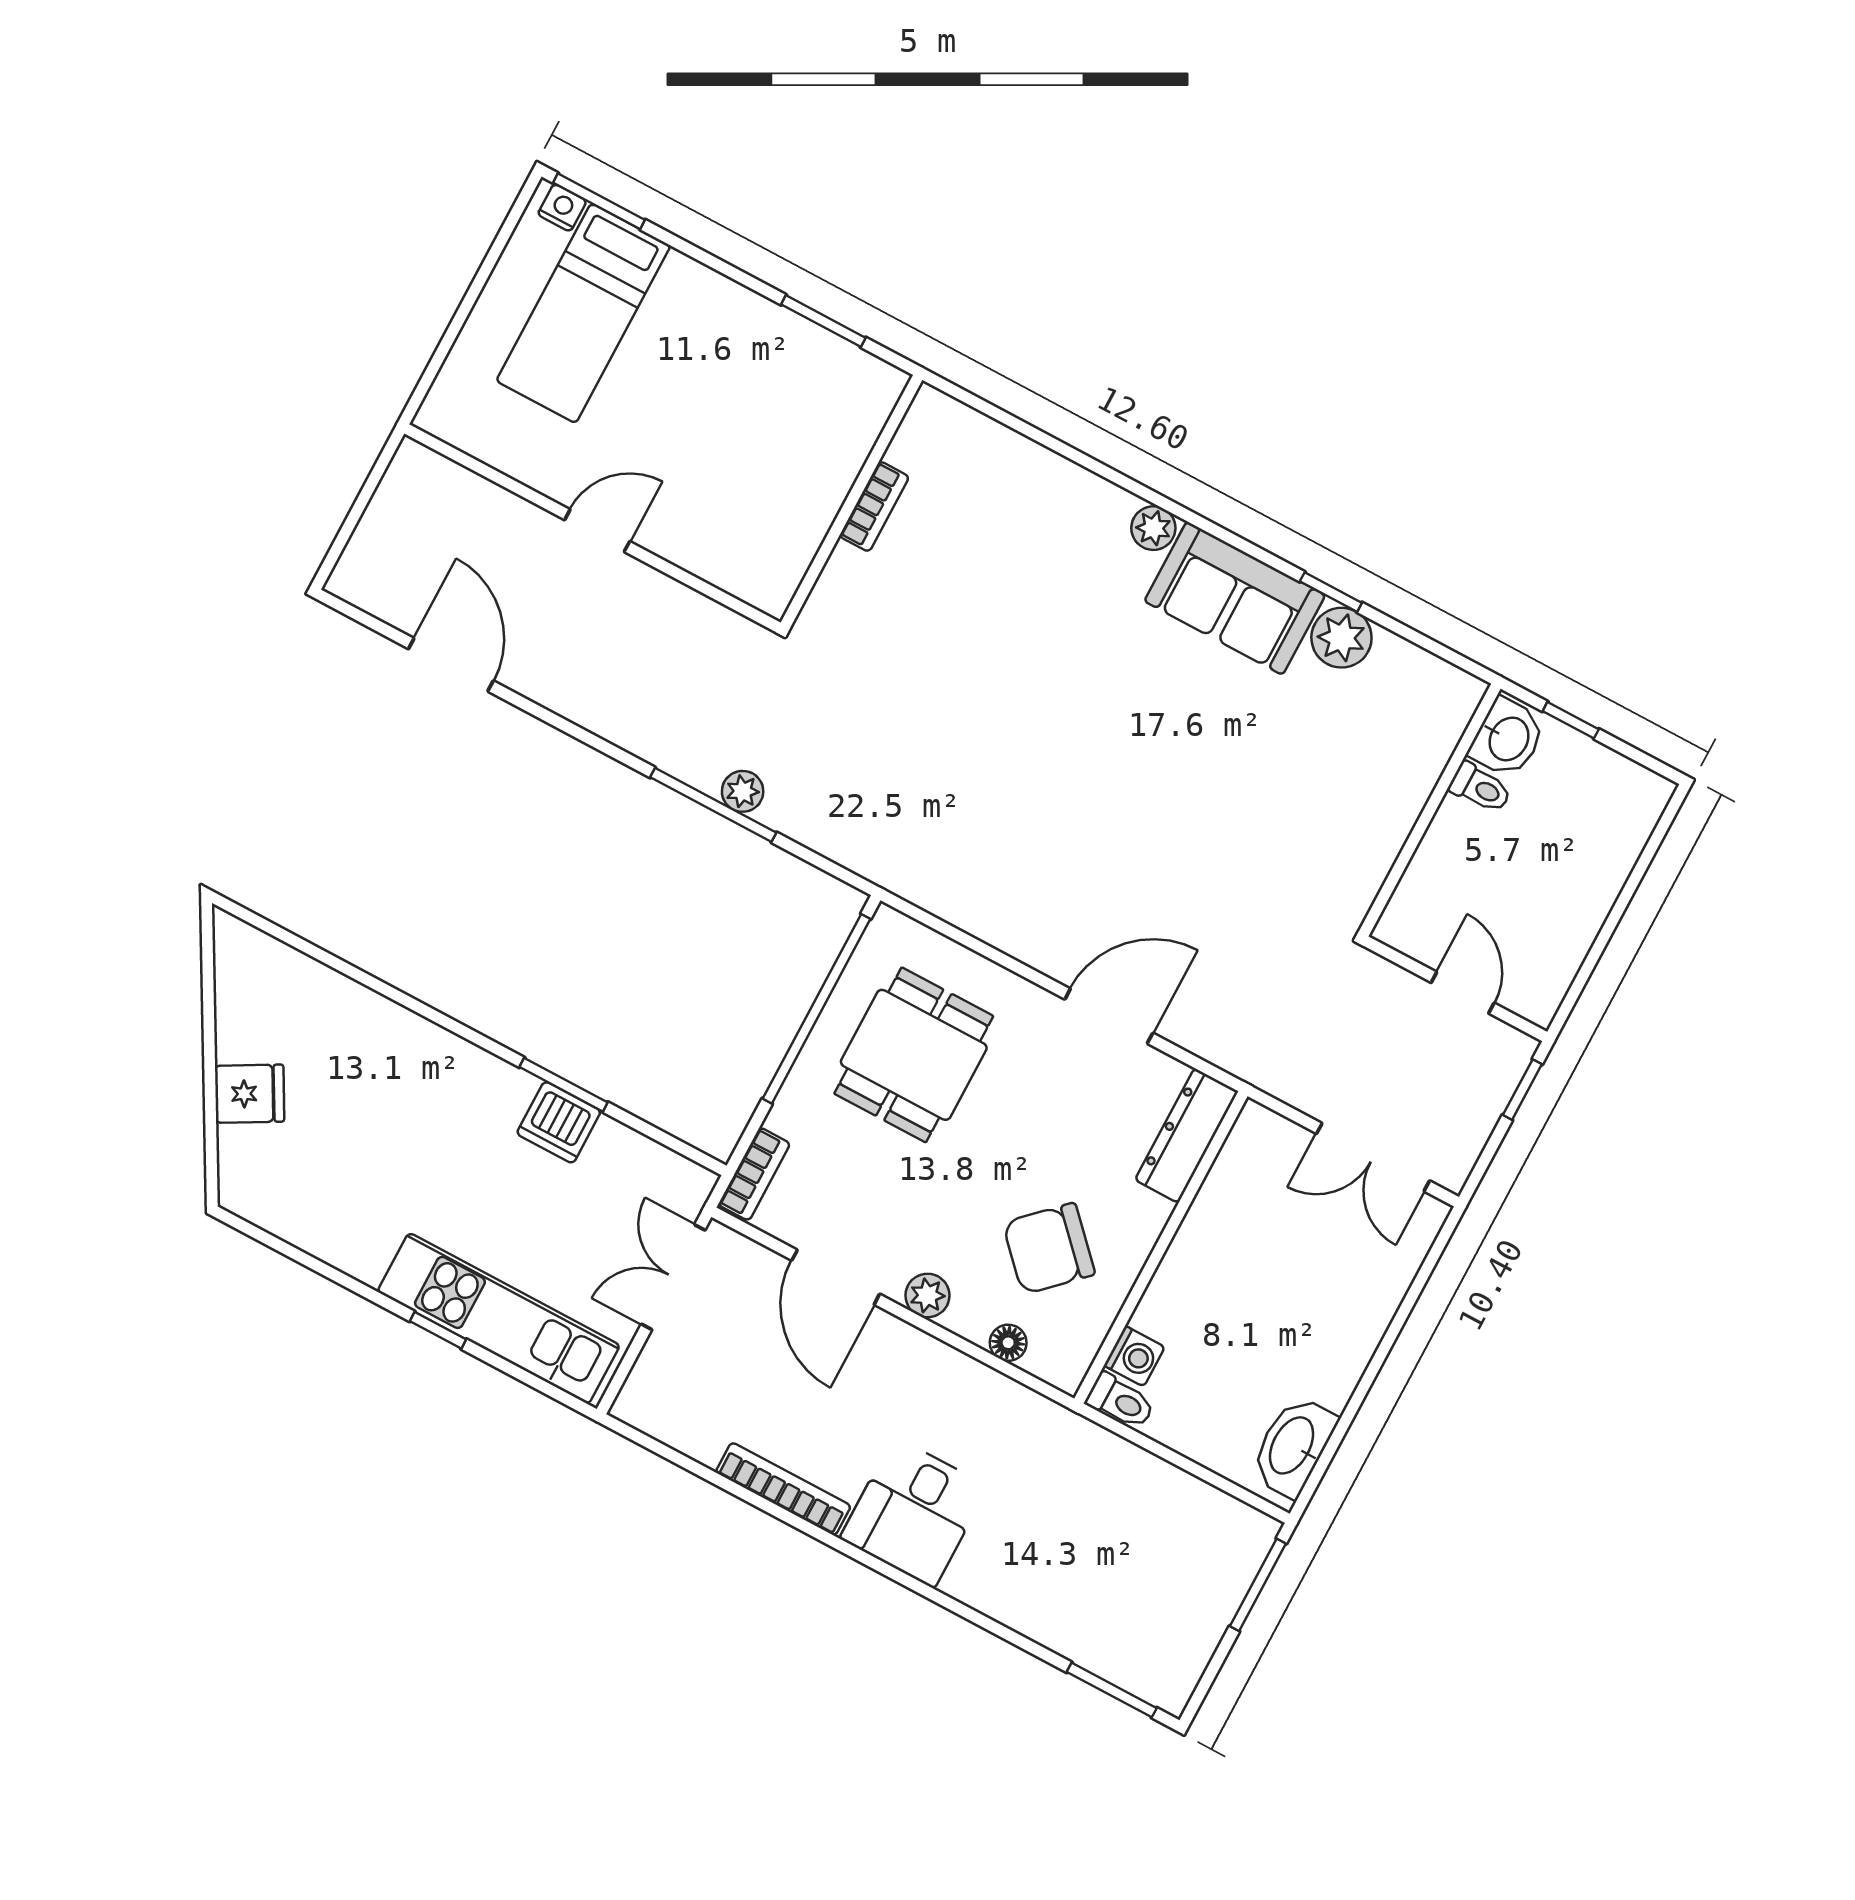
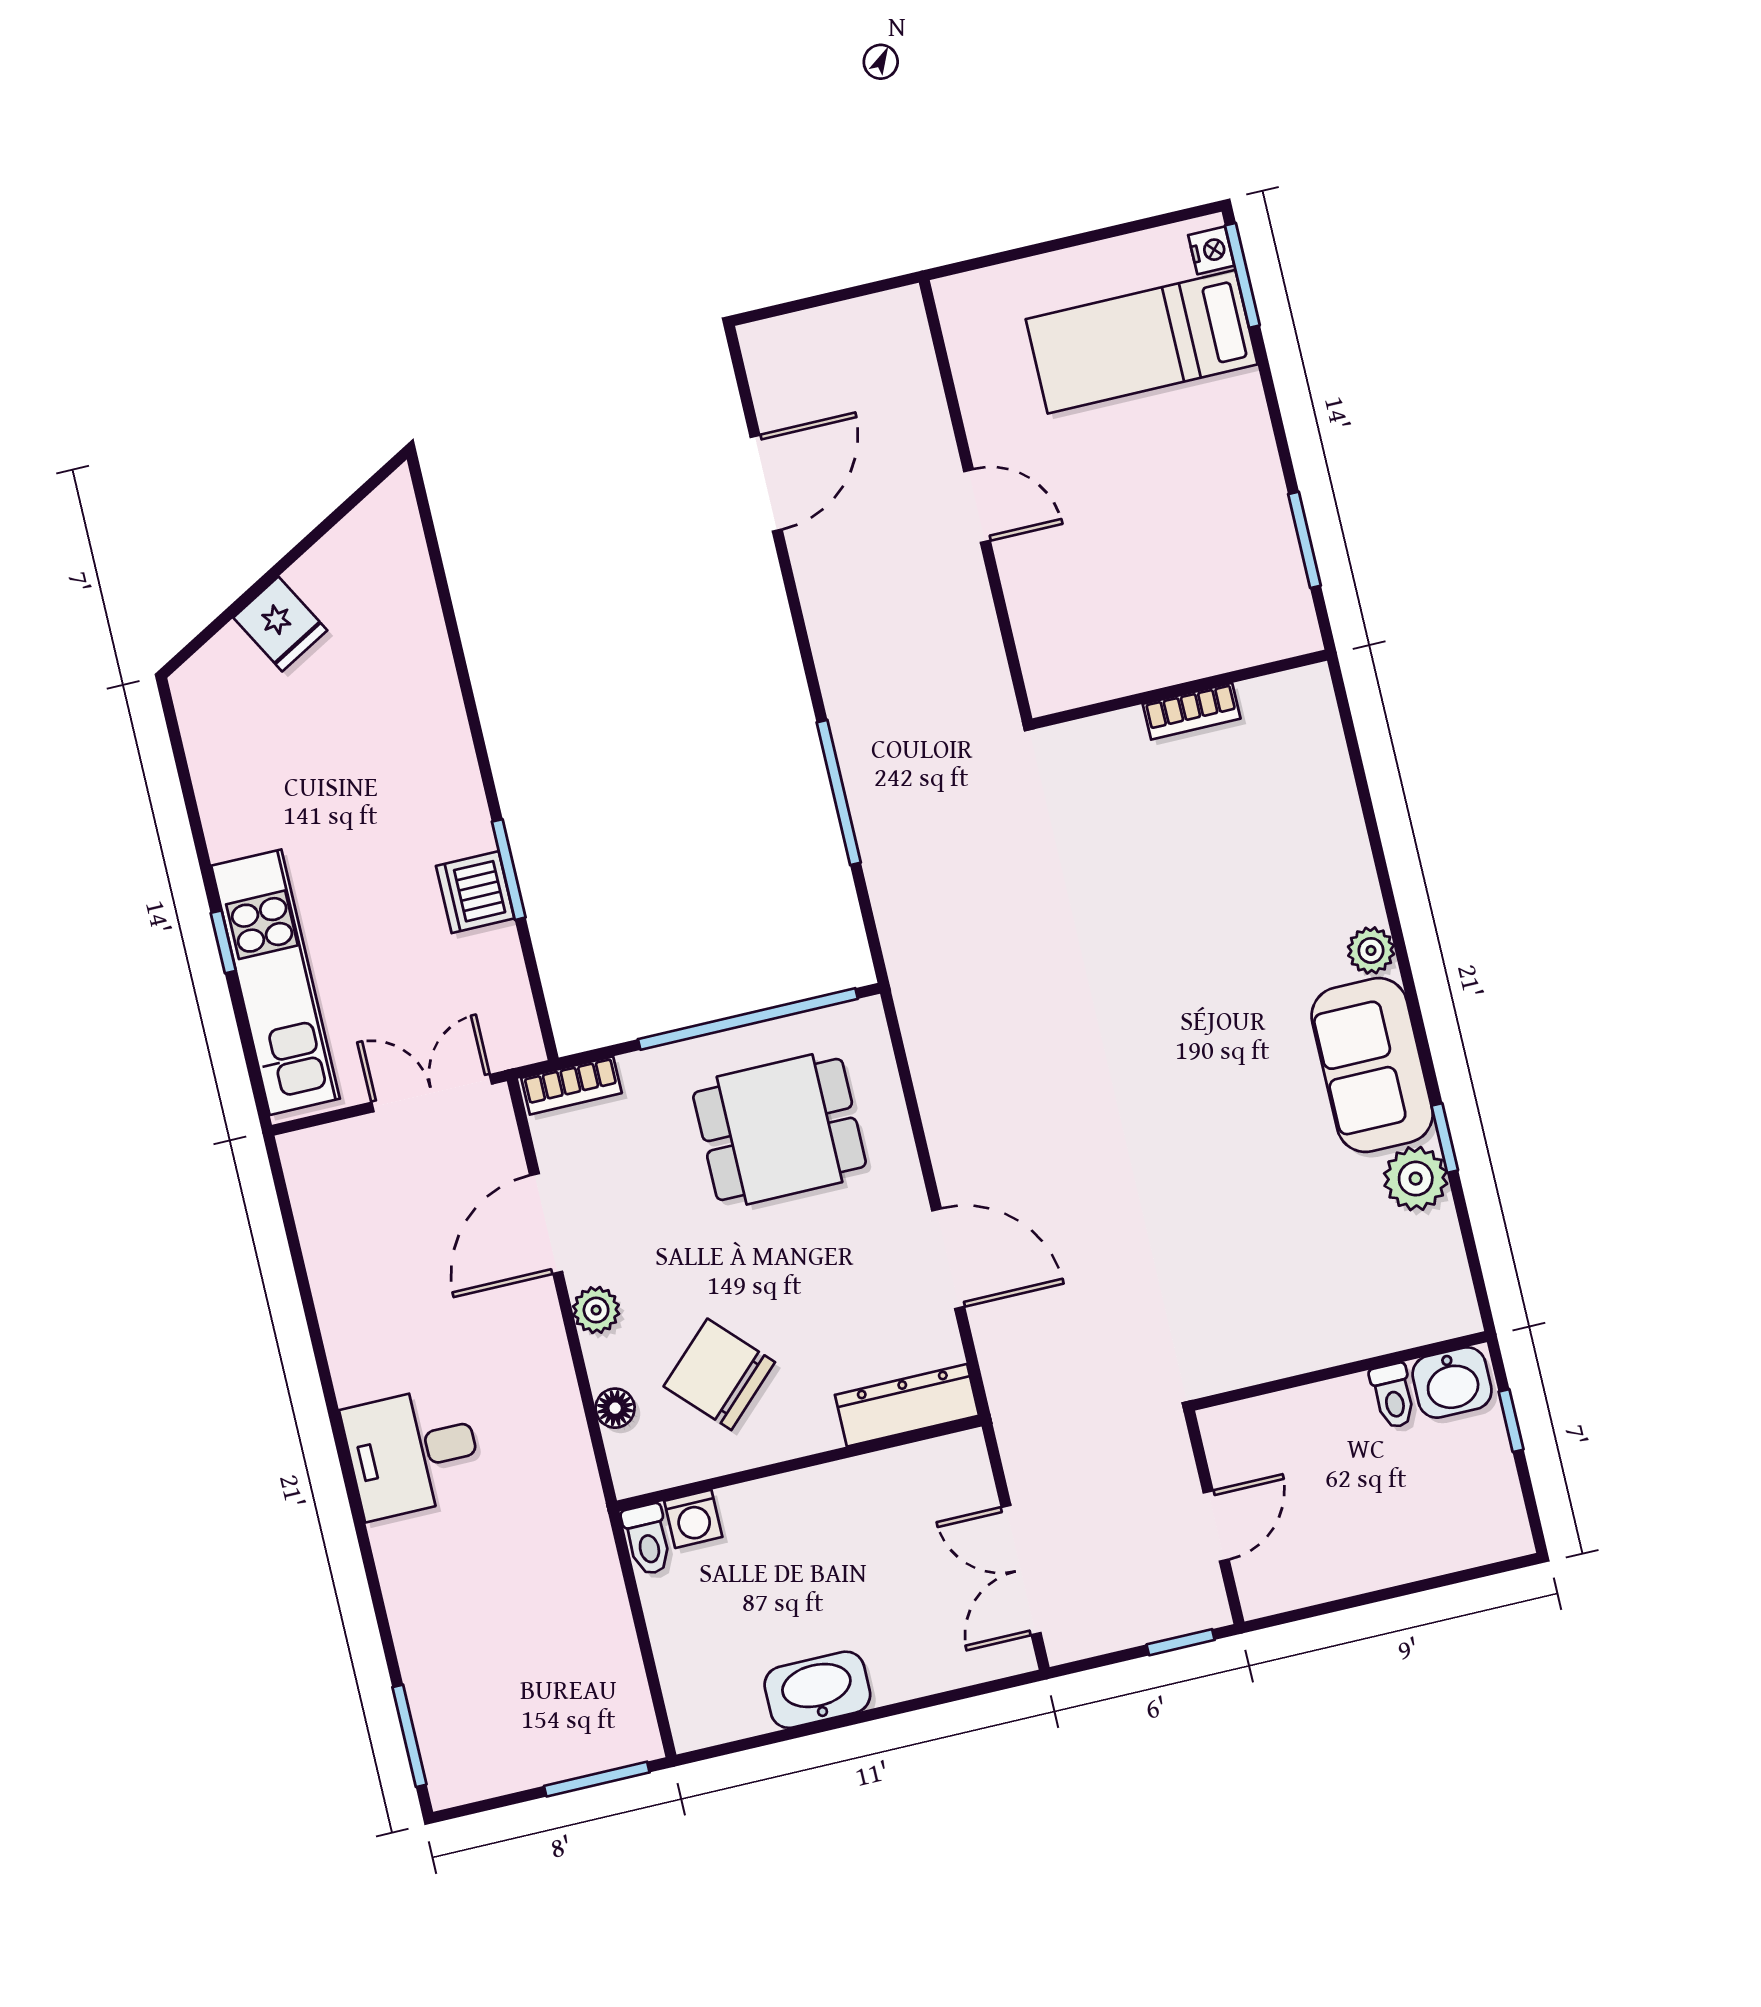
plant: (743, 791) -> (870, 806), removed
washbasin: (1293, 1446) -> (817, 1690), moved
bookcase: (783, 1489) -> (339, 1331), removed

